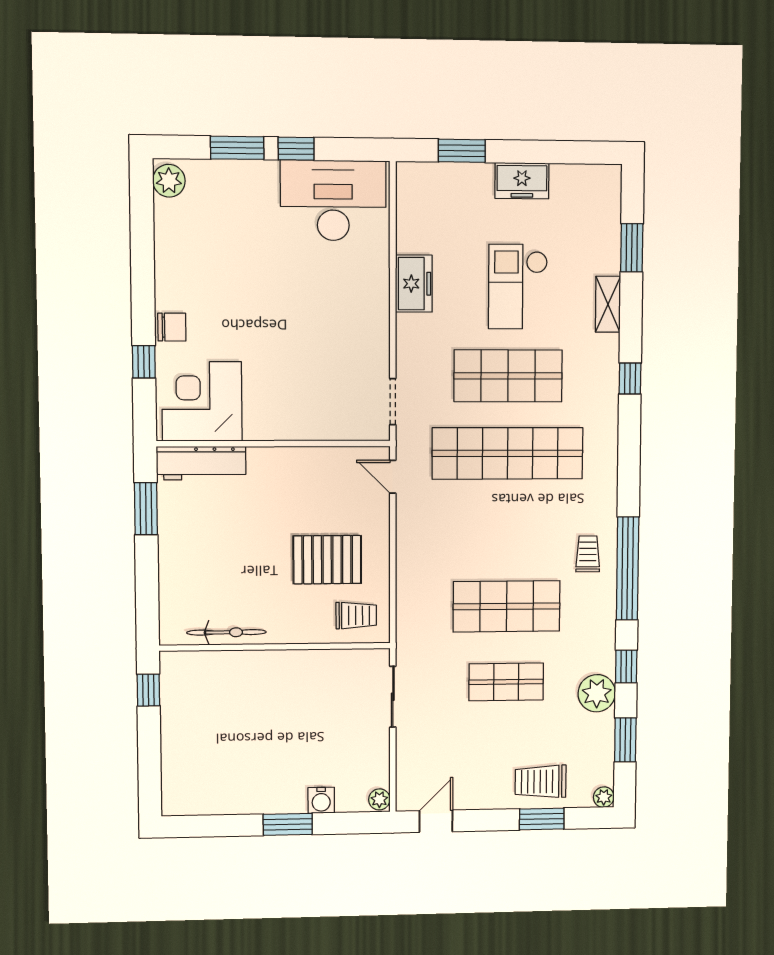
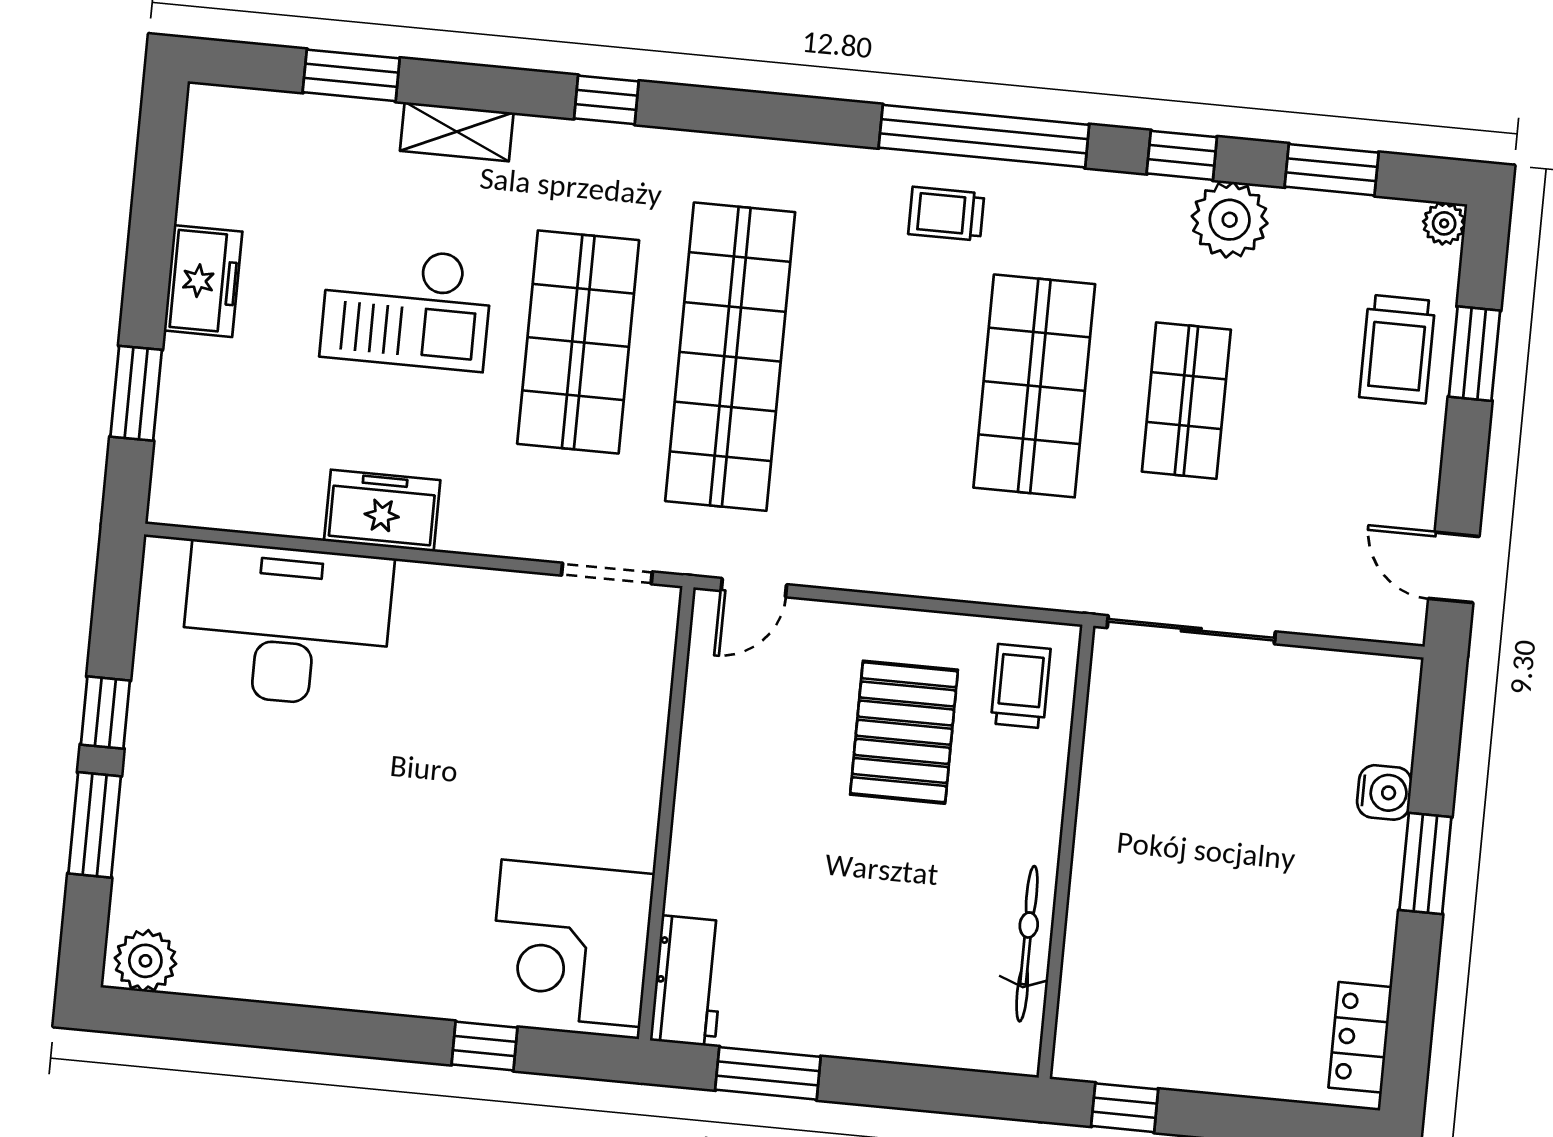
desk: (333, 200) -> (286, 625), moved, turned 90
chair: (172, 327) -> (423, 985), removed
workbench: (201, 463) -> (688, 981), width x0.73
sliding door: (393, 697) -> (1191, 630), width x1.37
plant: (379, 799) -> (1396, 677), removed
locker: (197, 802) -> (1360, 1037), added

